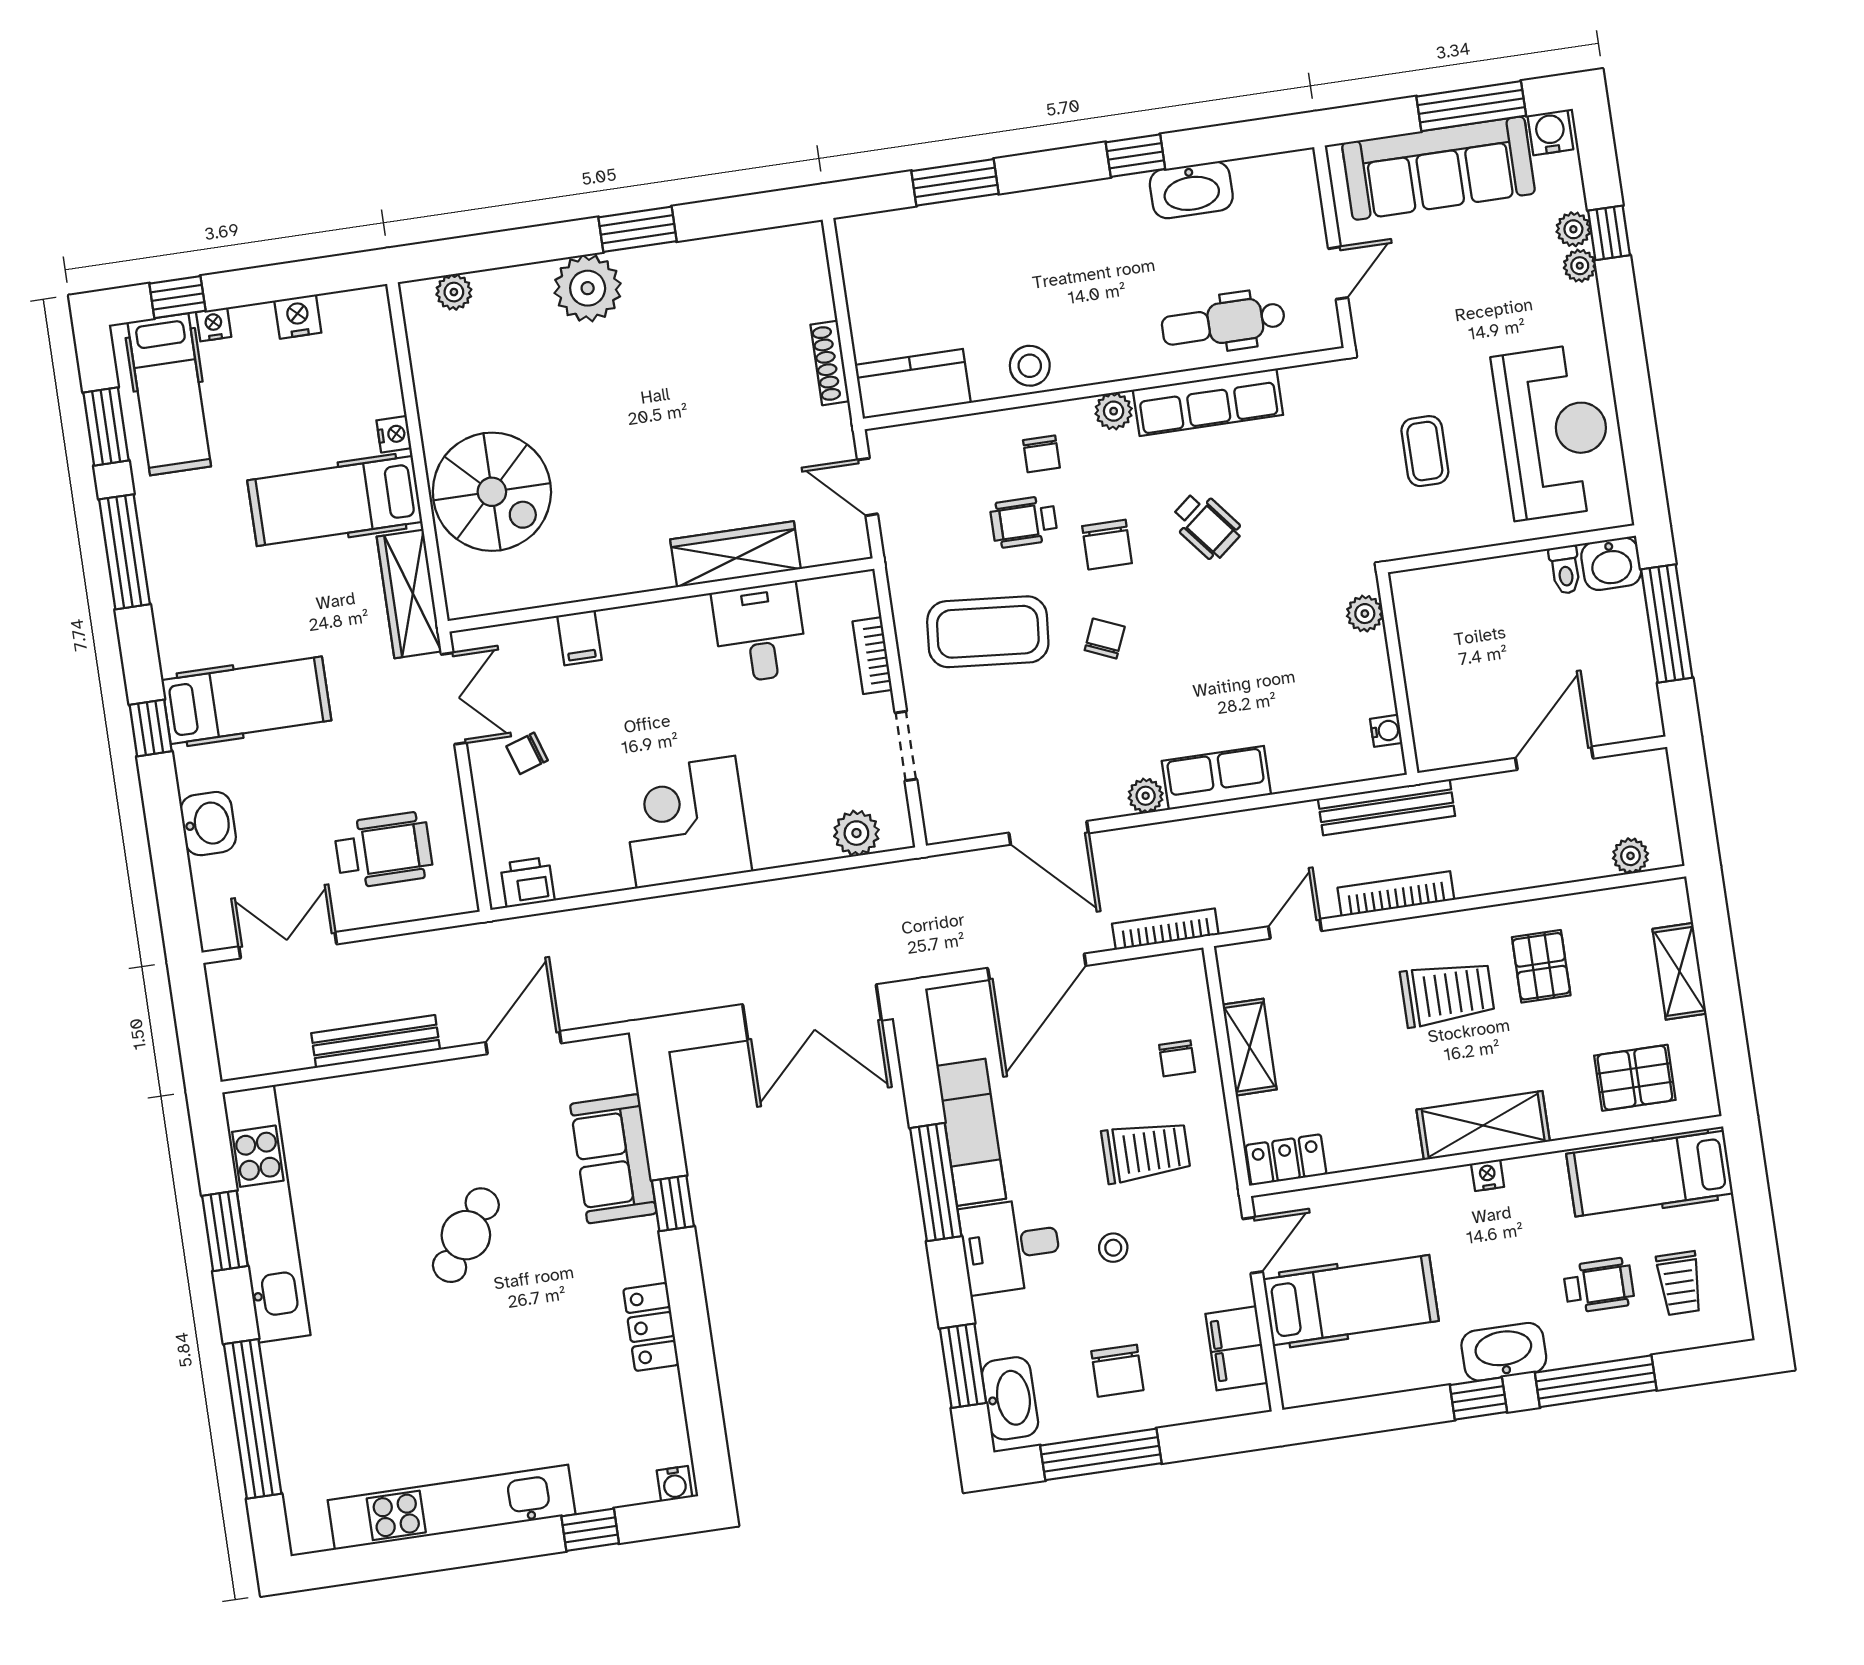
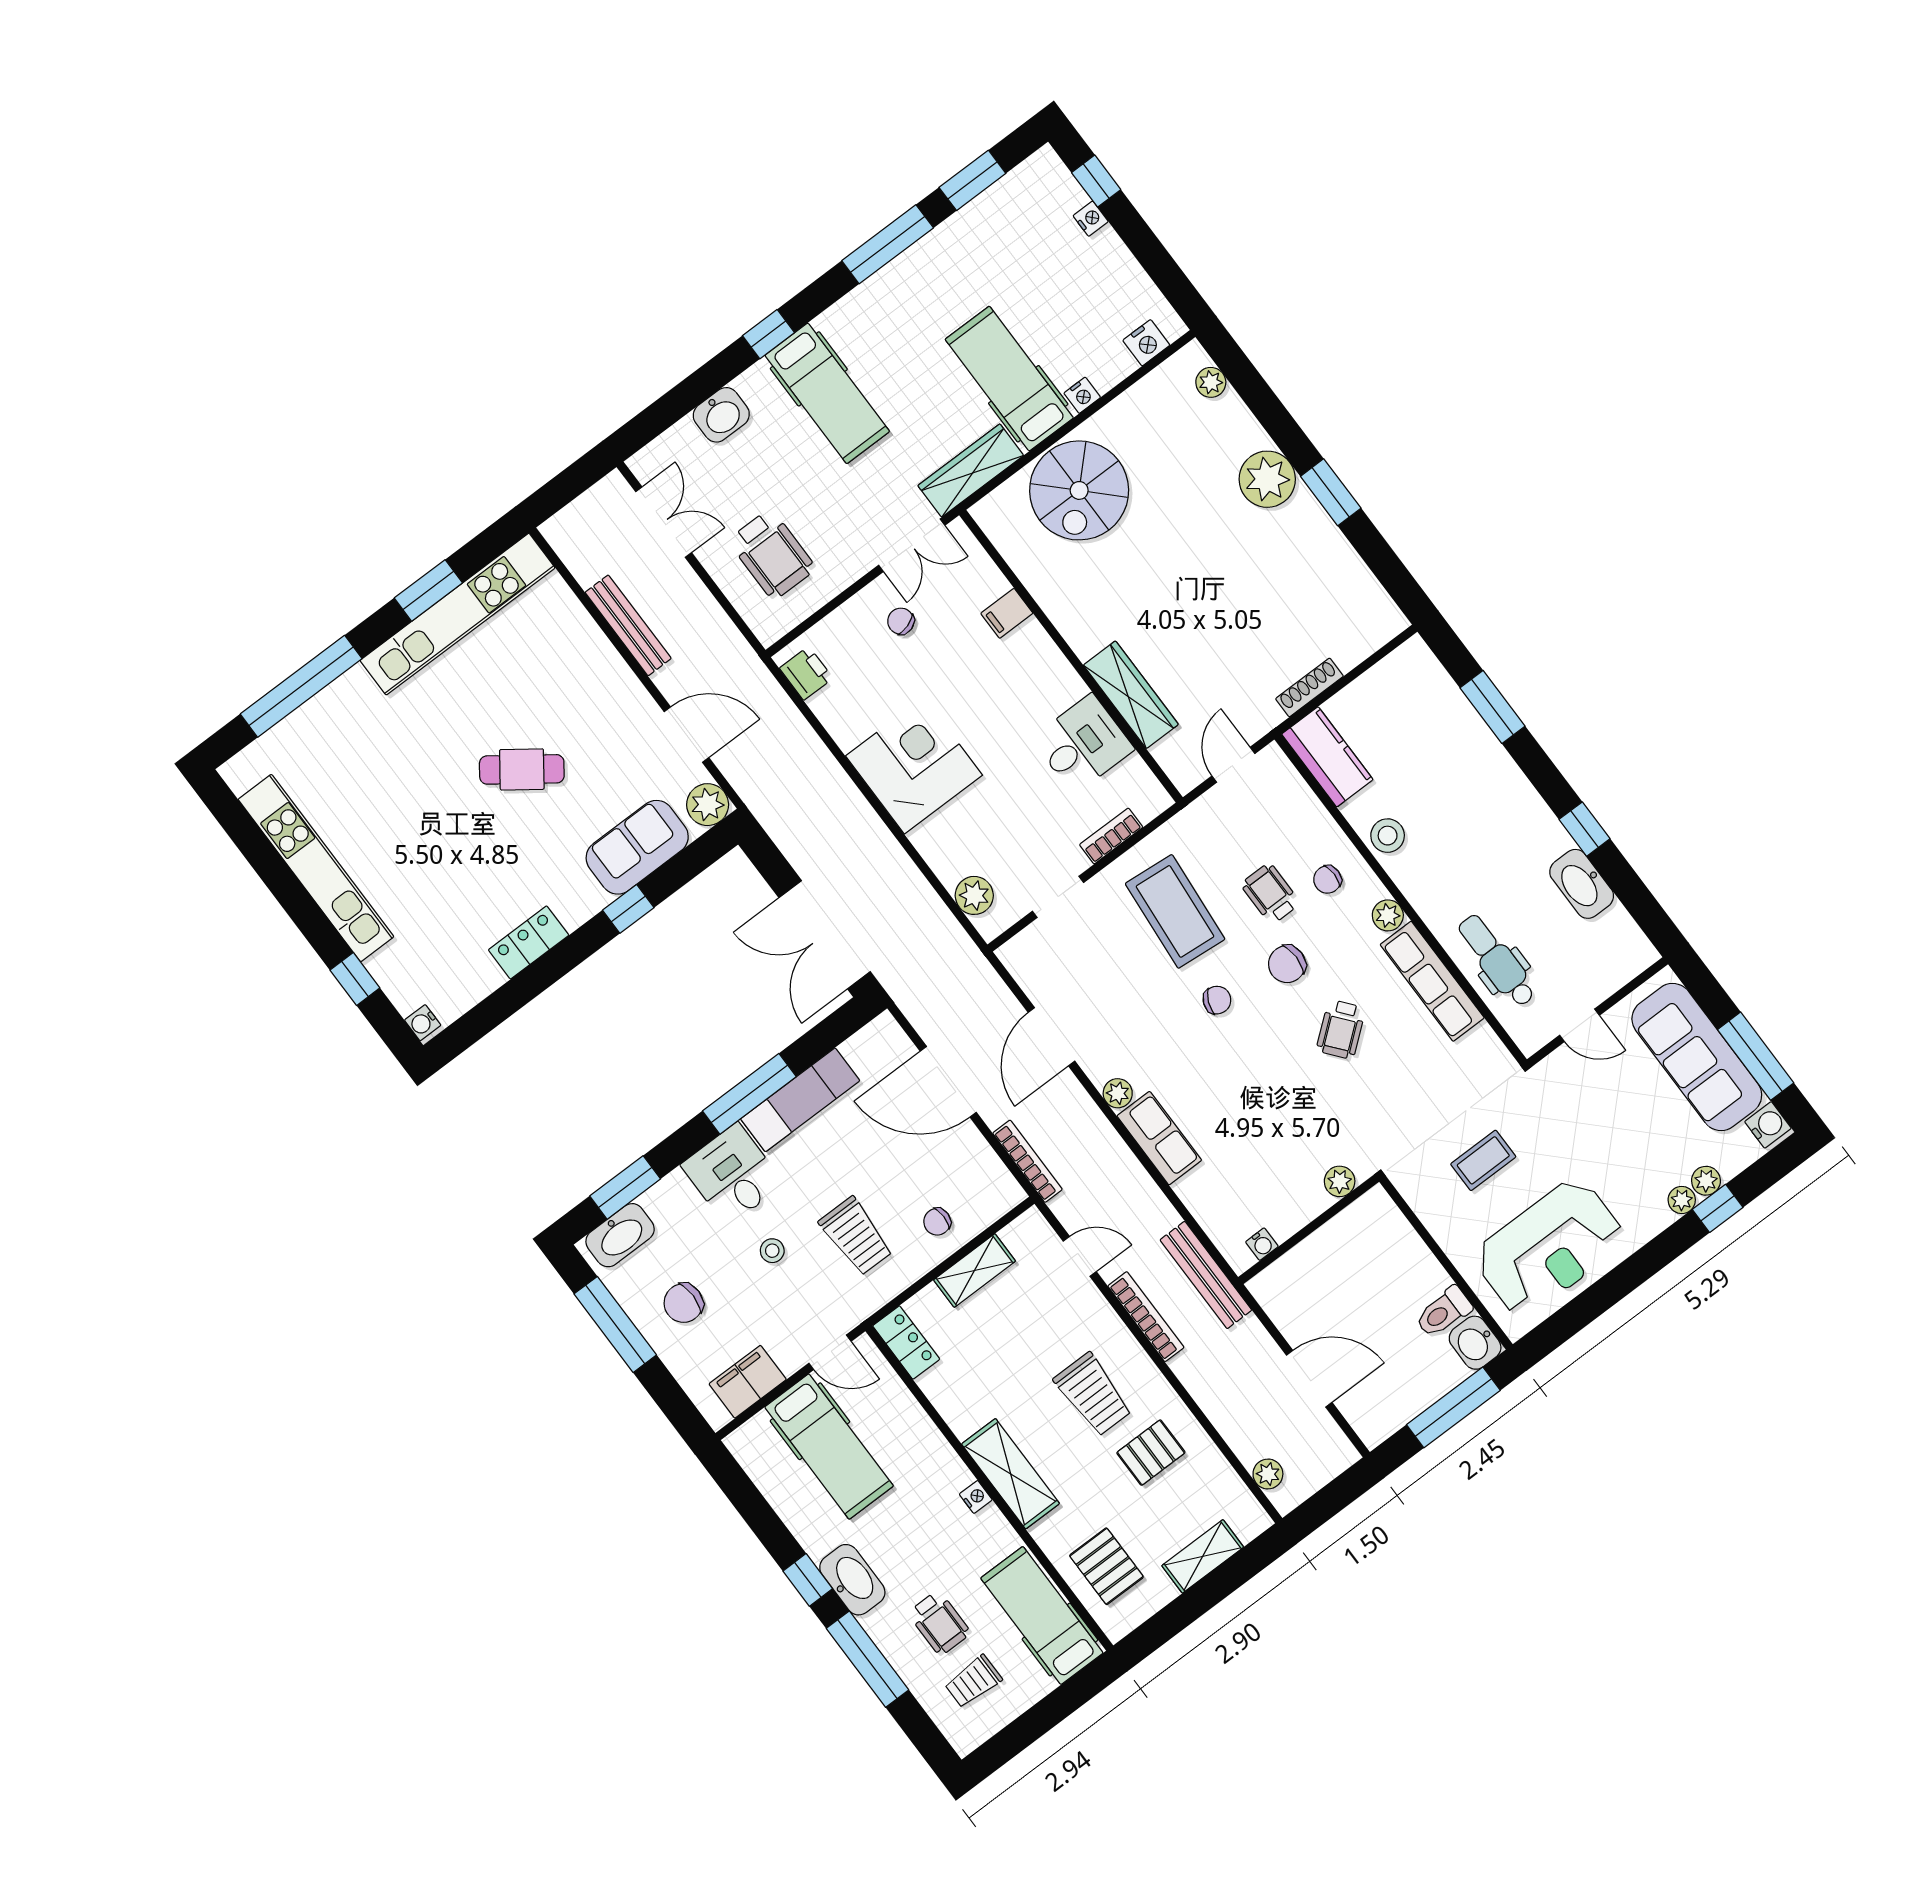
nightstand: (298, 317) -> (1146, 343), moved, turned 90
hospital bed: (169, 394) -> (1021, 214), removed
toilet: (1565, 570) -> (1444, 1312), width x1.37, depth x1.39
plant: (609, 1061) -> (708, 805), added

